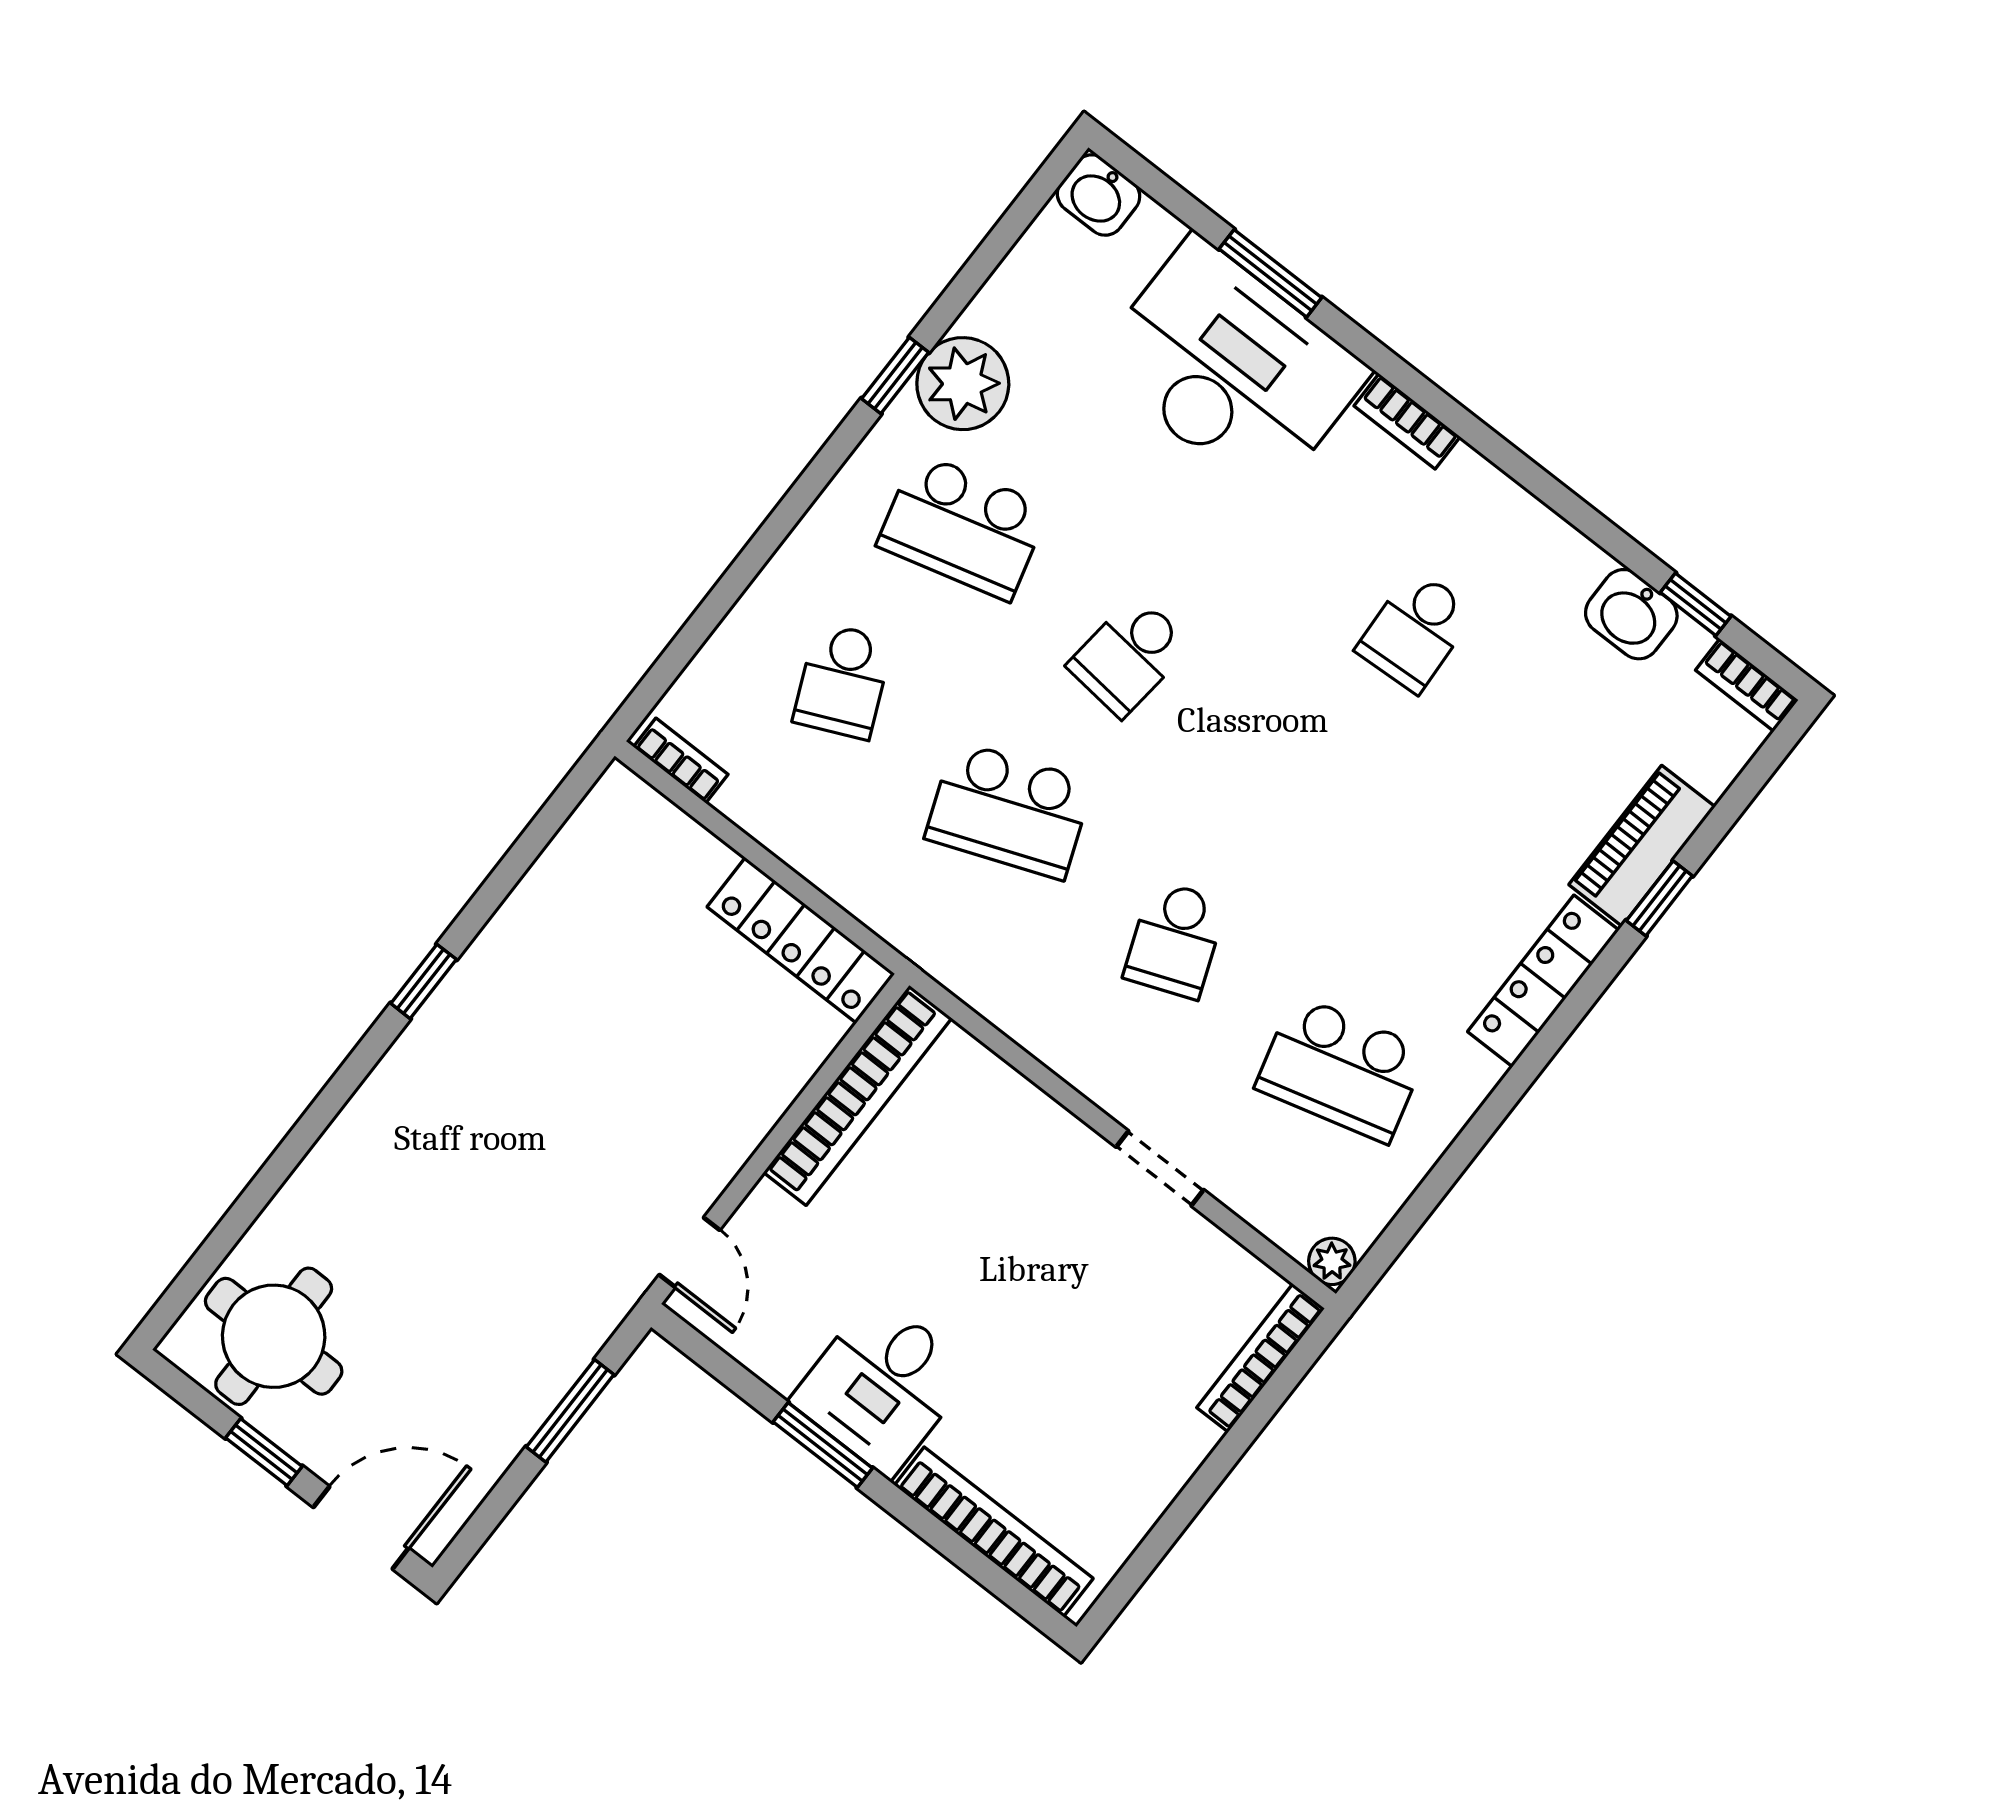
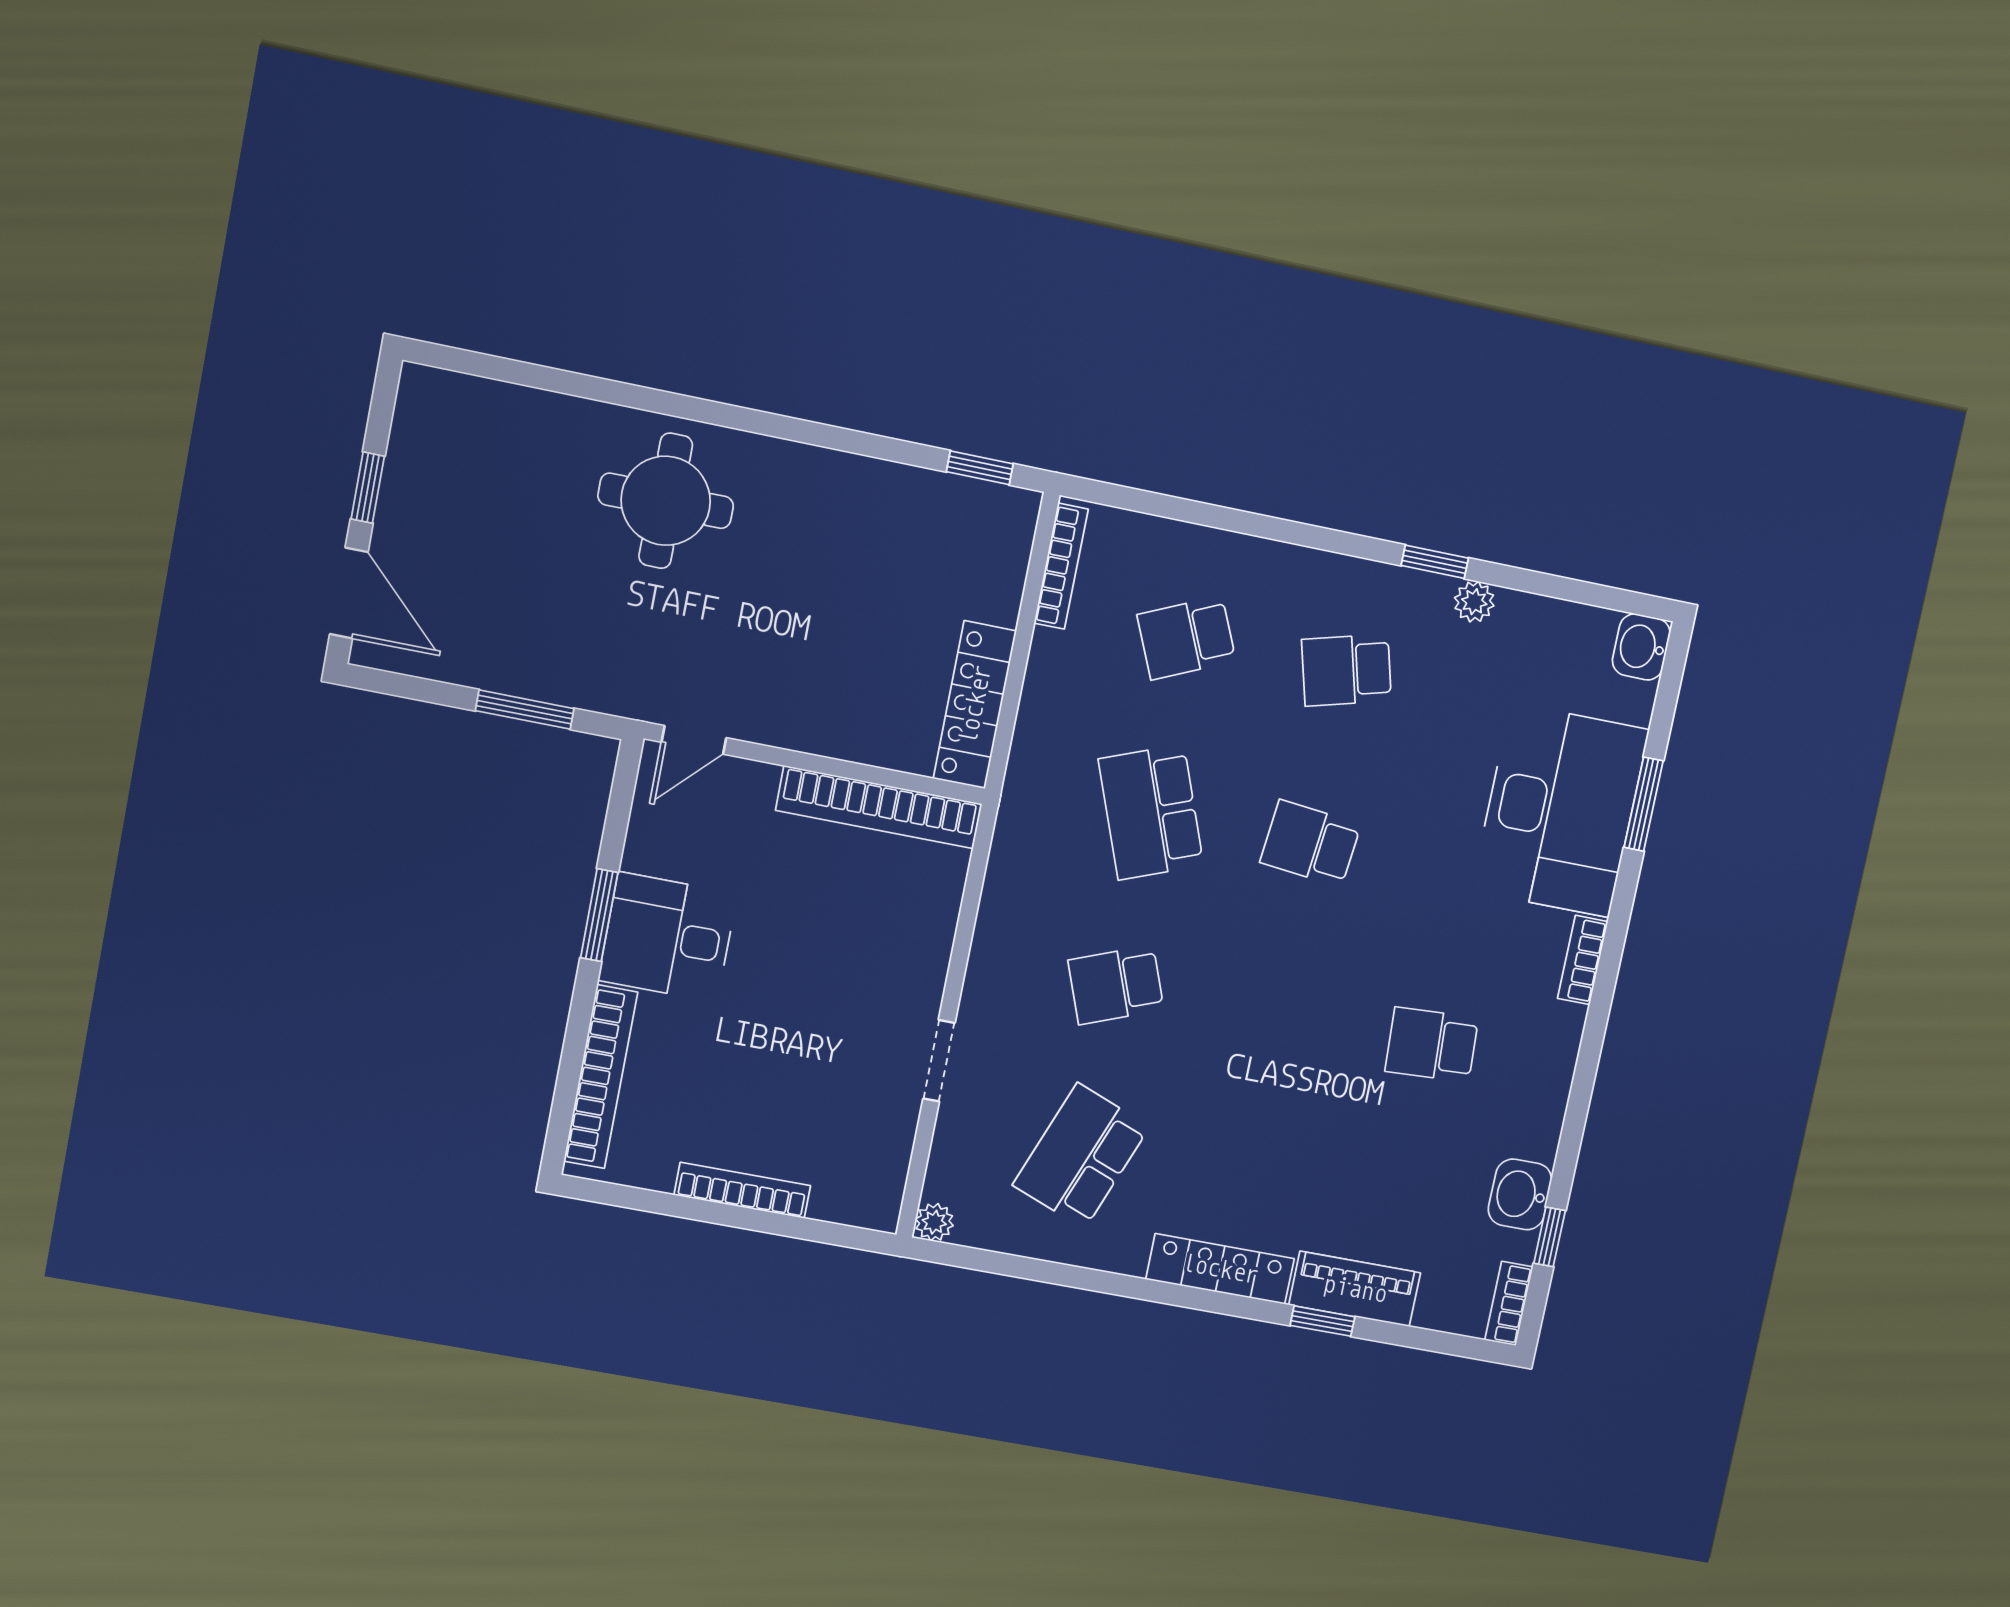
plant: (963, 384) -> (1474, 602), width x0.53, depth x0.53
school desk: (963, 527) -> (1346, 670), width x0.54
bookcase: (681, 761) -> (1061, 566), width x1.56
window: (424, 981) -> (980, 468), moved
school desk: (1341, 1069) -> (1081, 1156), turned 36
round table: (274, 1336) -> (666, 501), moved
bookcase: (1261, 1358) -> (742, 1190), moved

